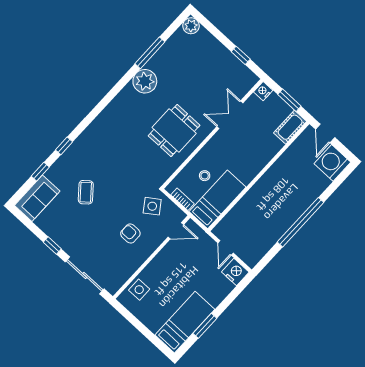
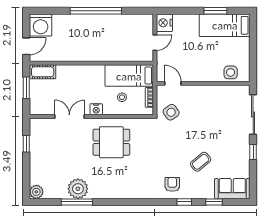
plant: (145, 81) -> (78, 189), moved
nightstand: (263, 91) -> (96, 109), moved
double door: (230, 115) -> (69, 116), swing flipped
armchair: (130, 234) -> (172, 184), moved, turned 180

